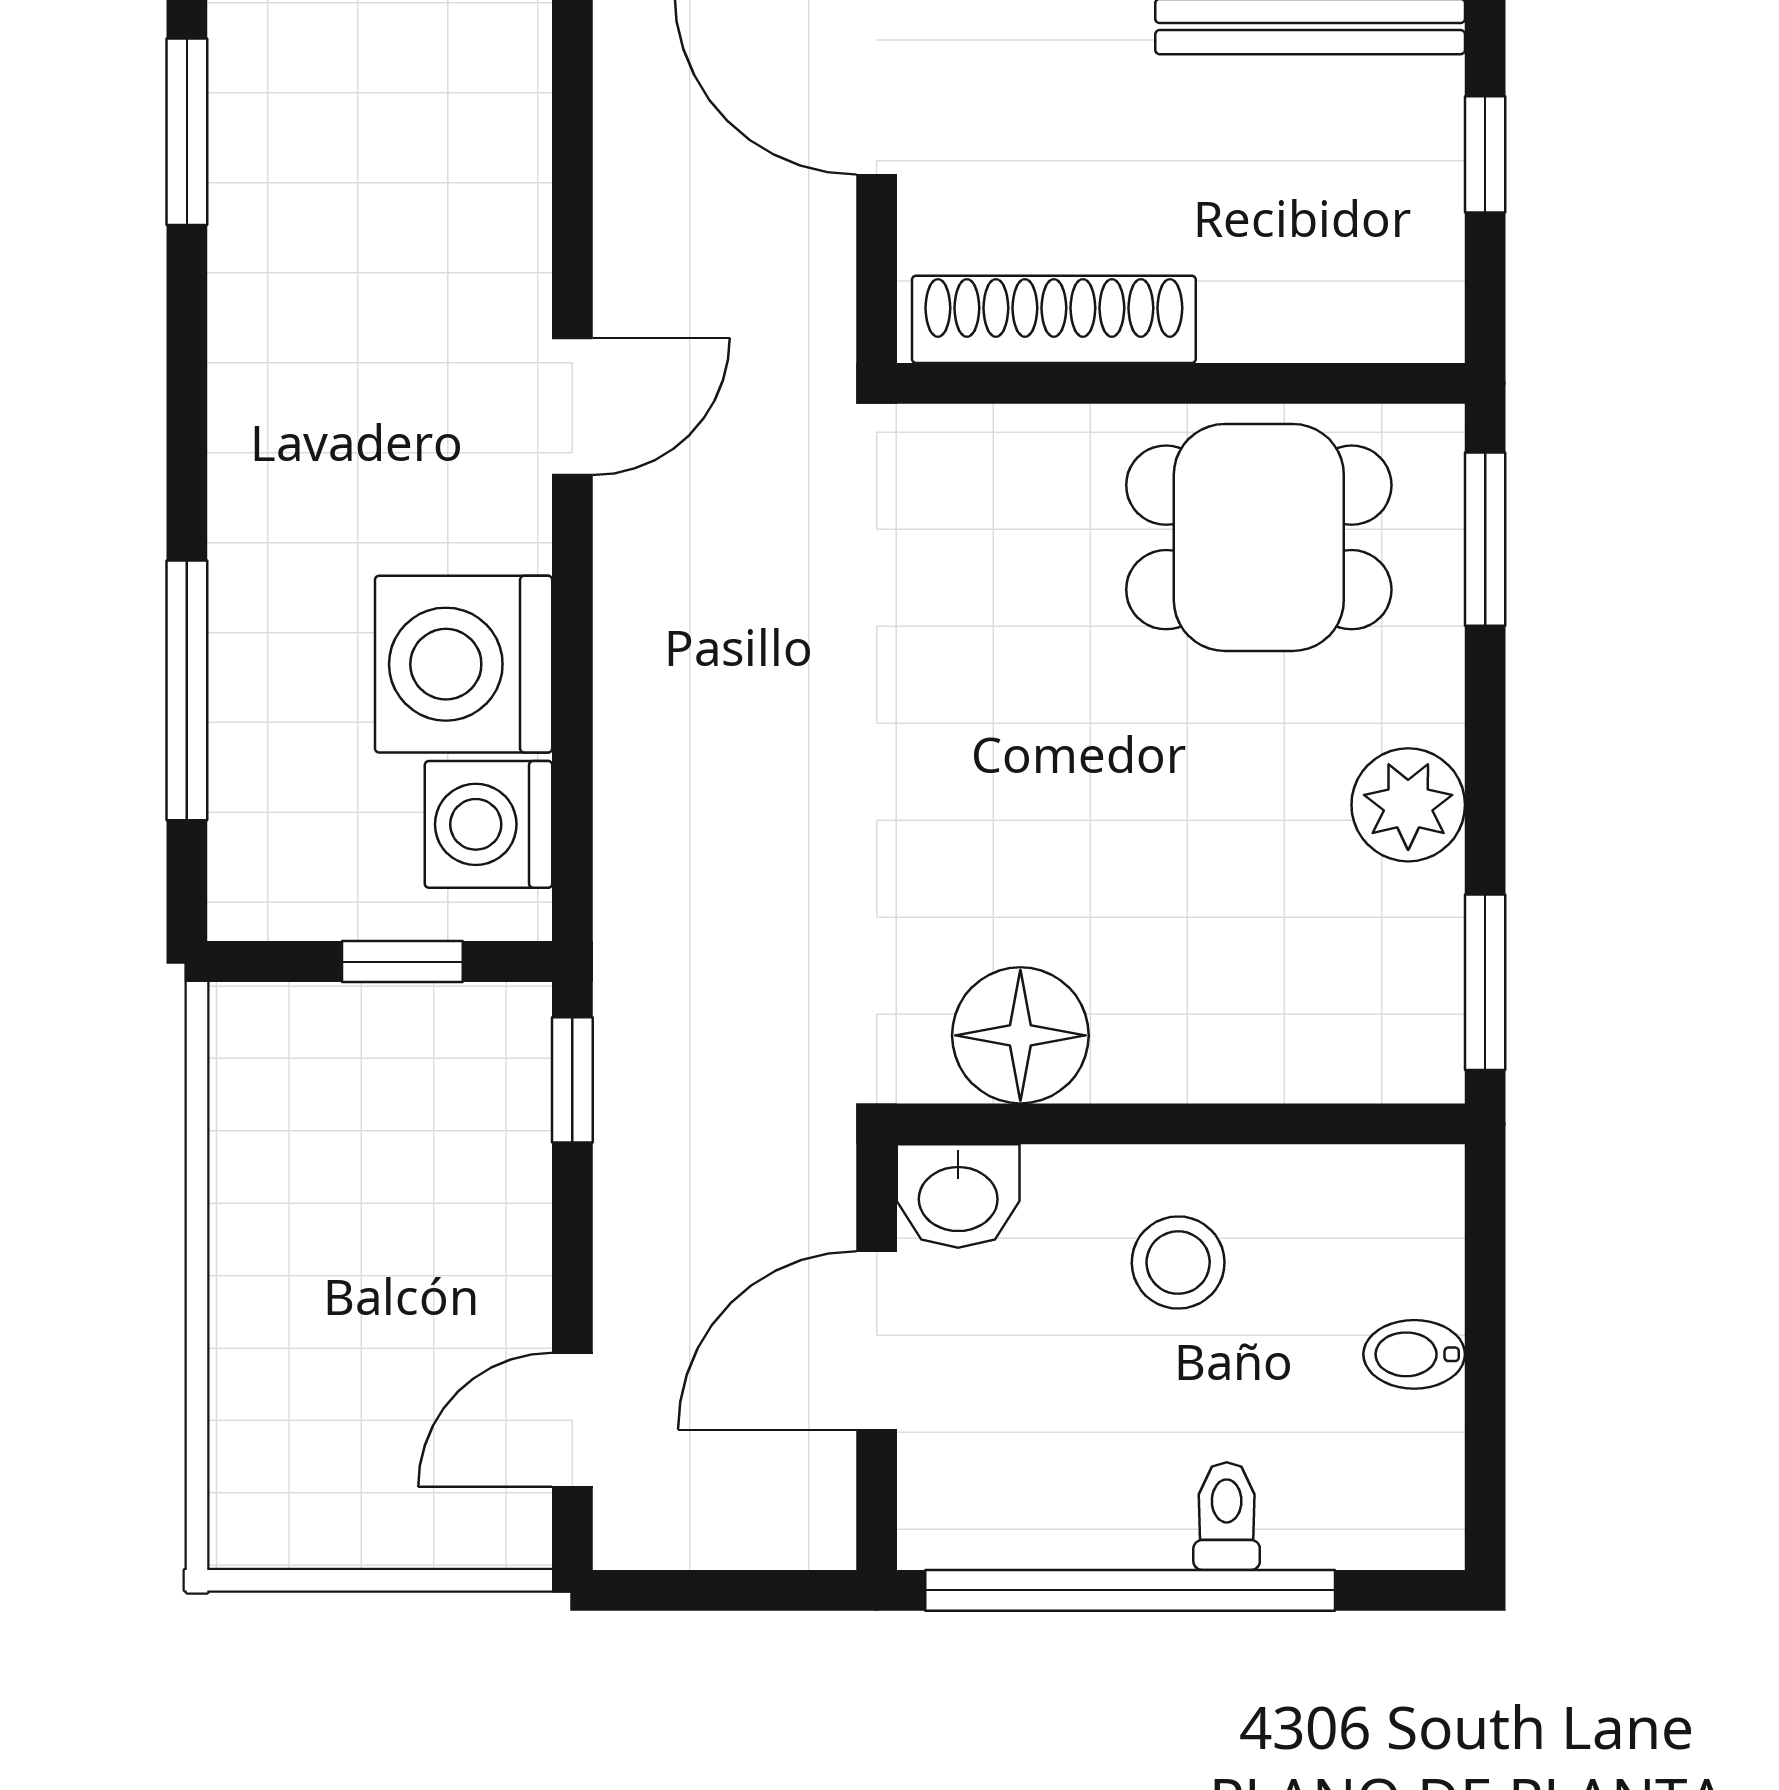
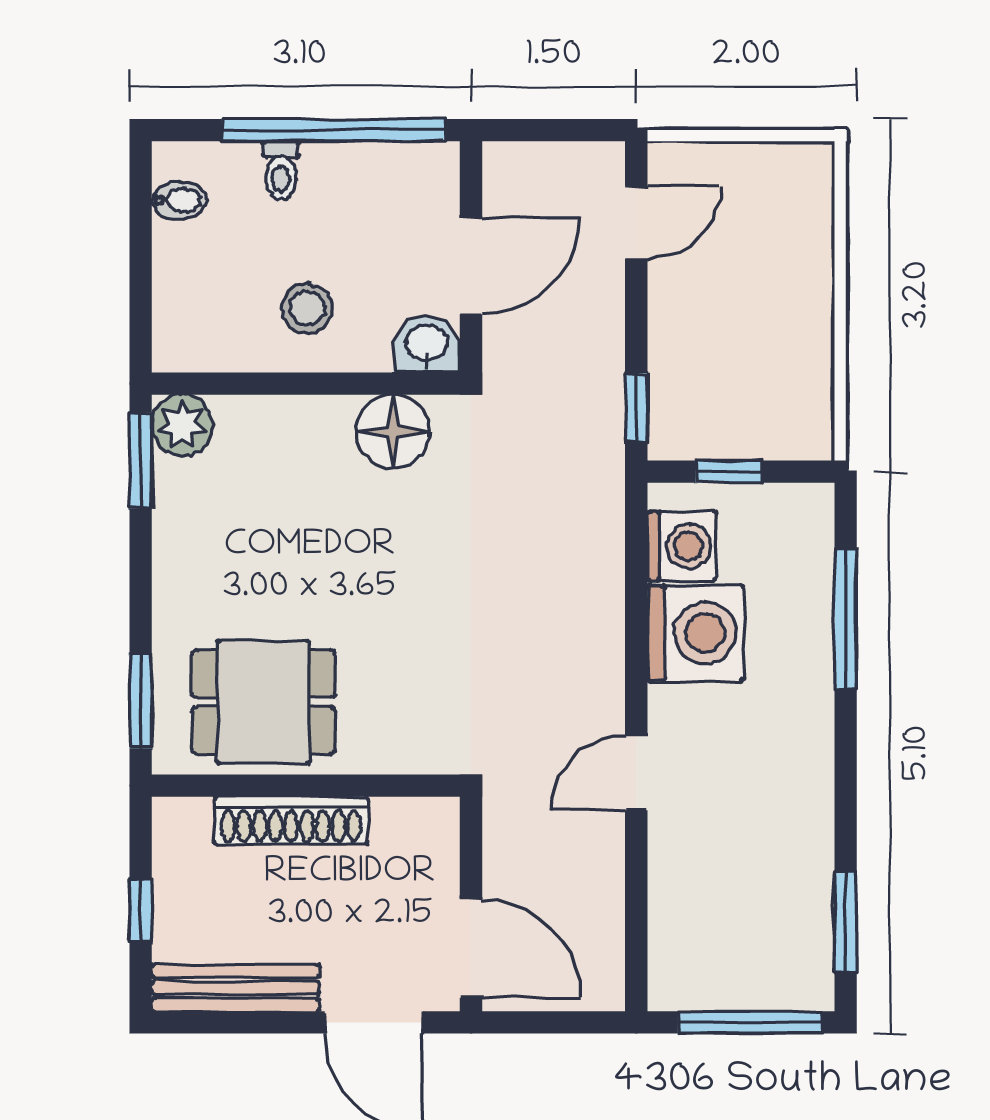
shoe rack: (1054, 319) -> (291, 820), moved
plant: (1408, 805) -> (182, 425), moved
bidet: (1414, 1354) -> (179, 200), moved

